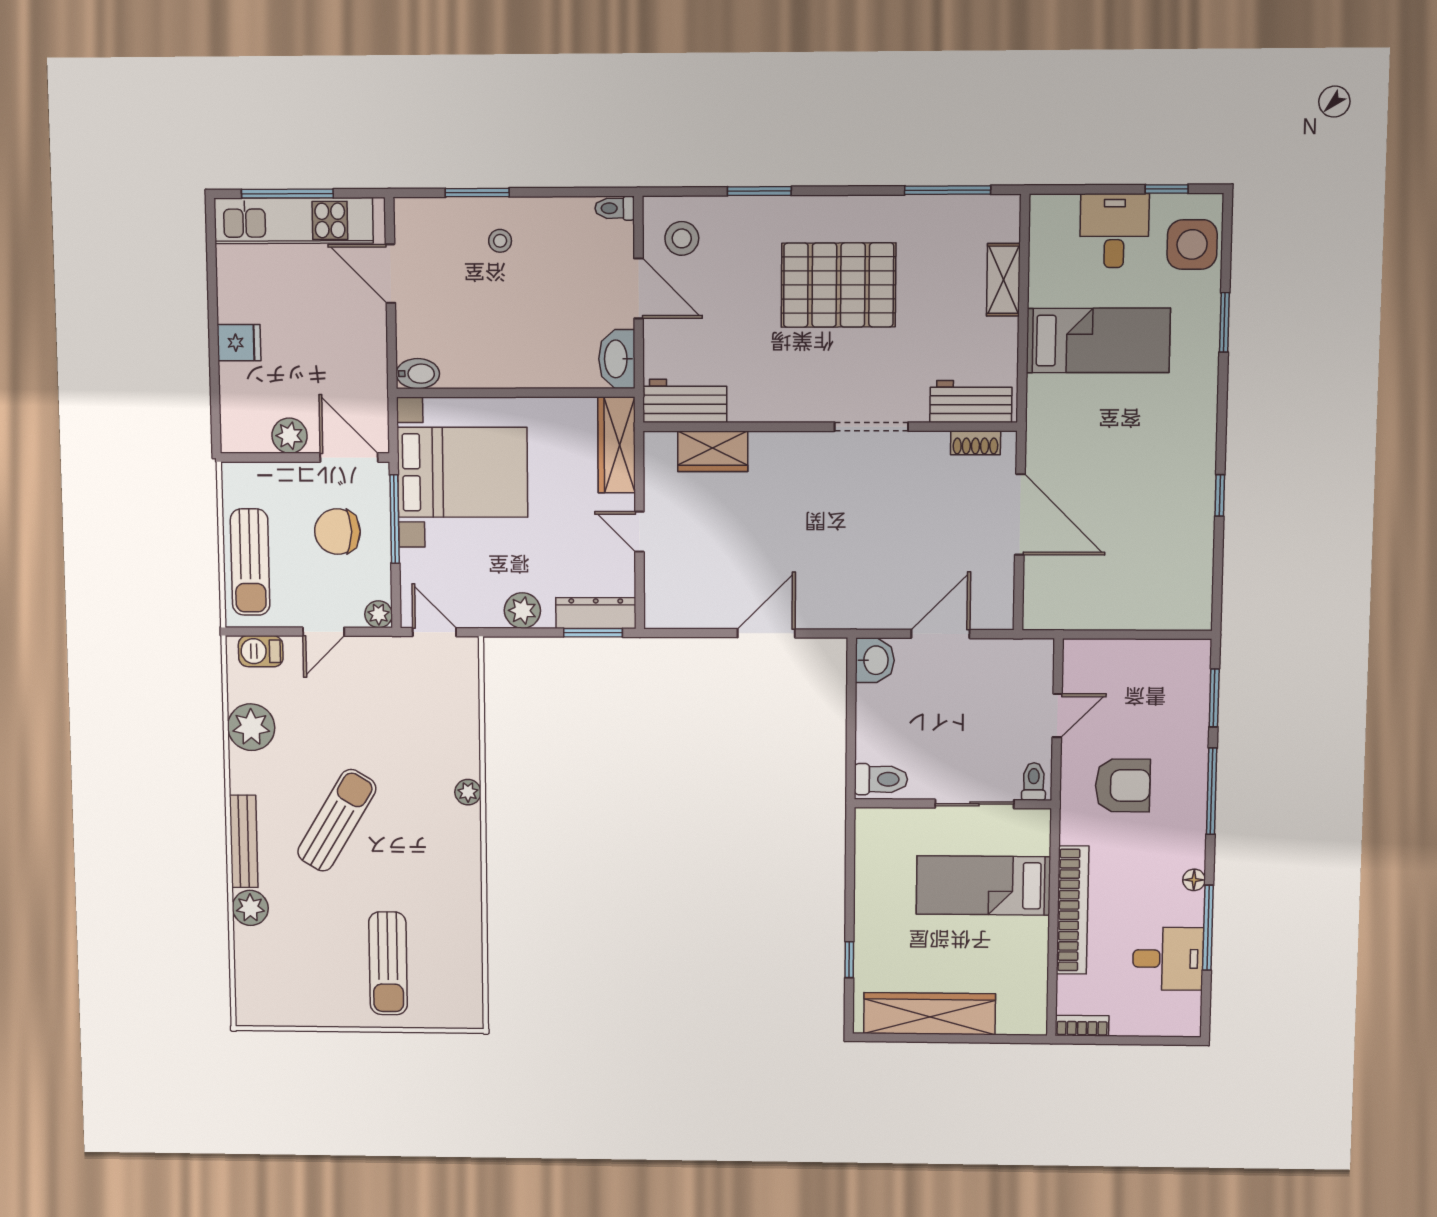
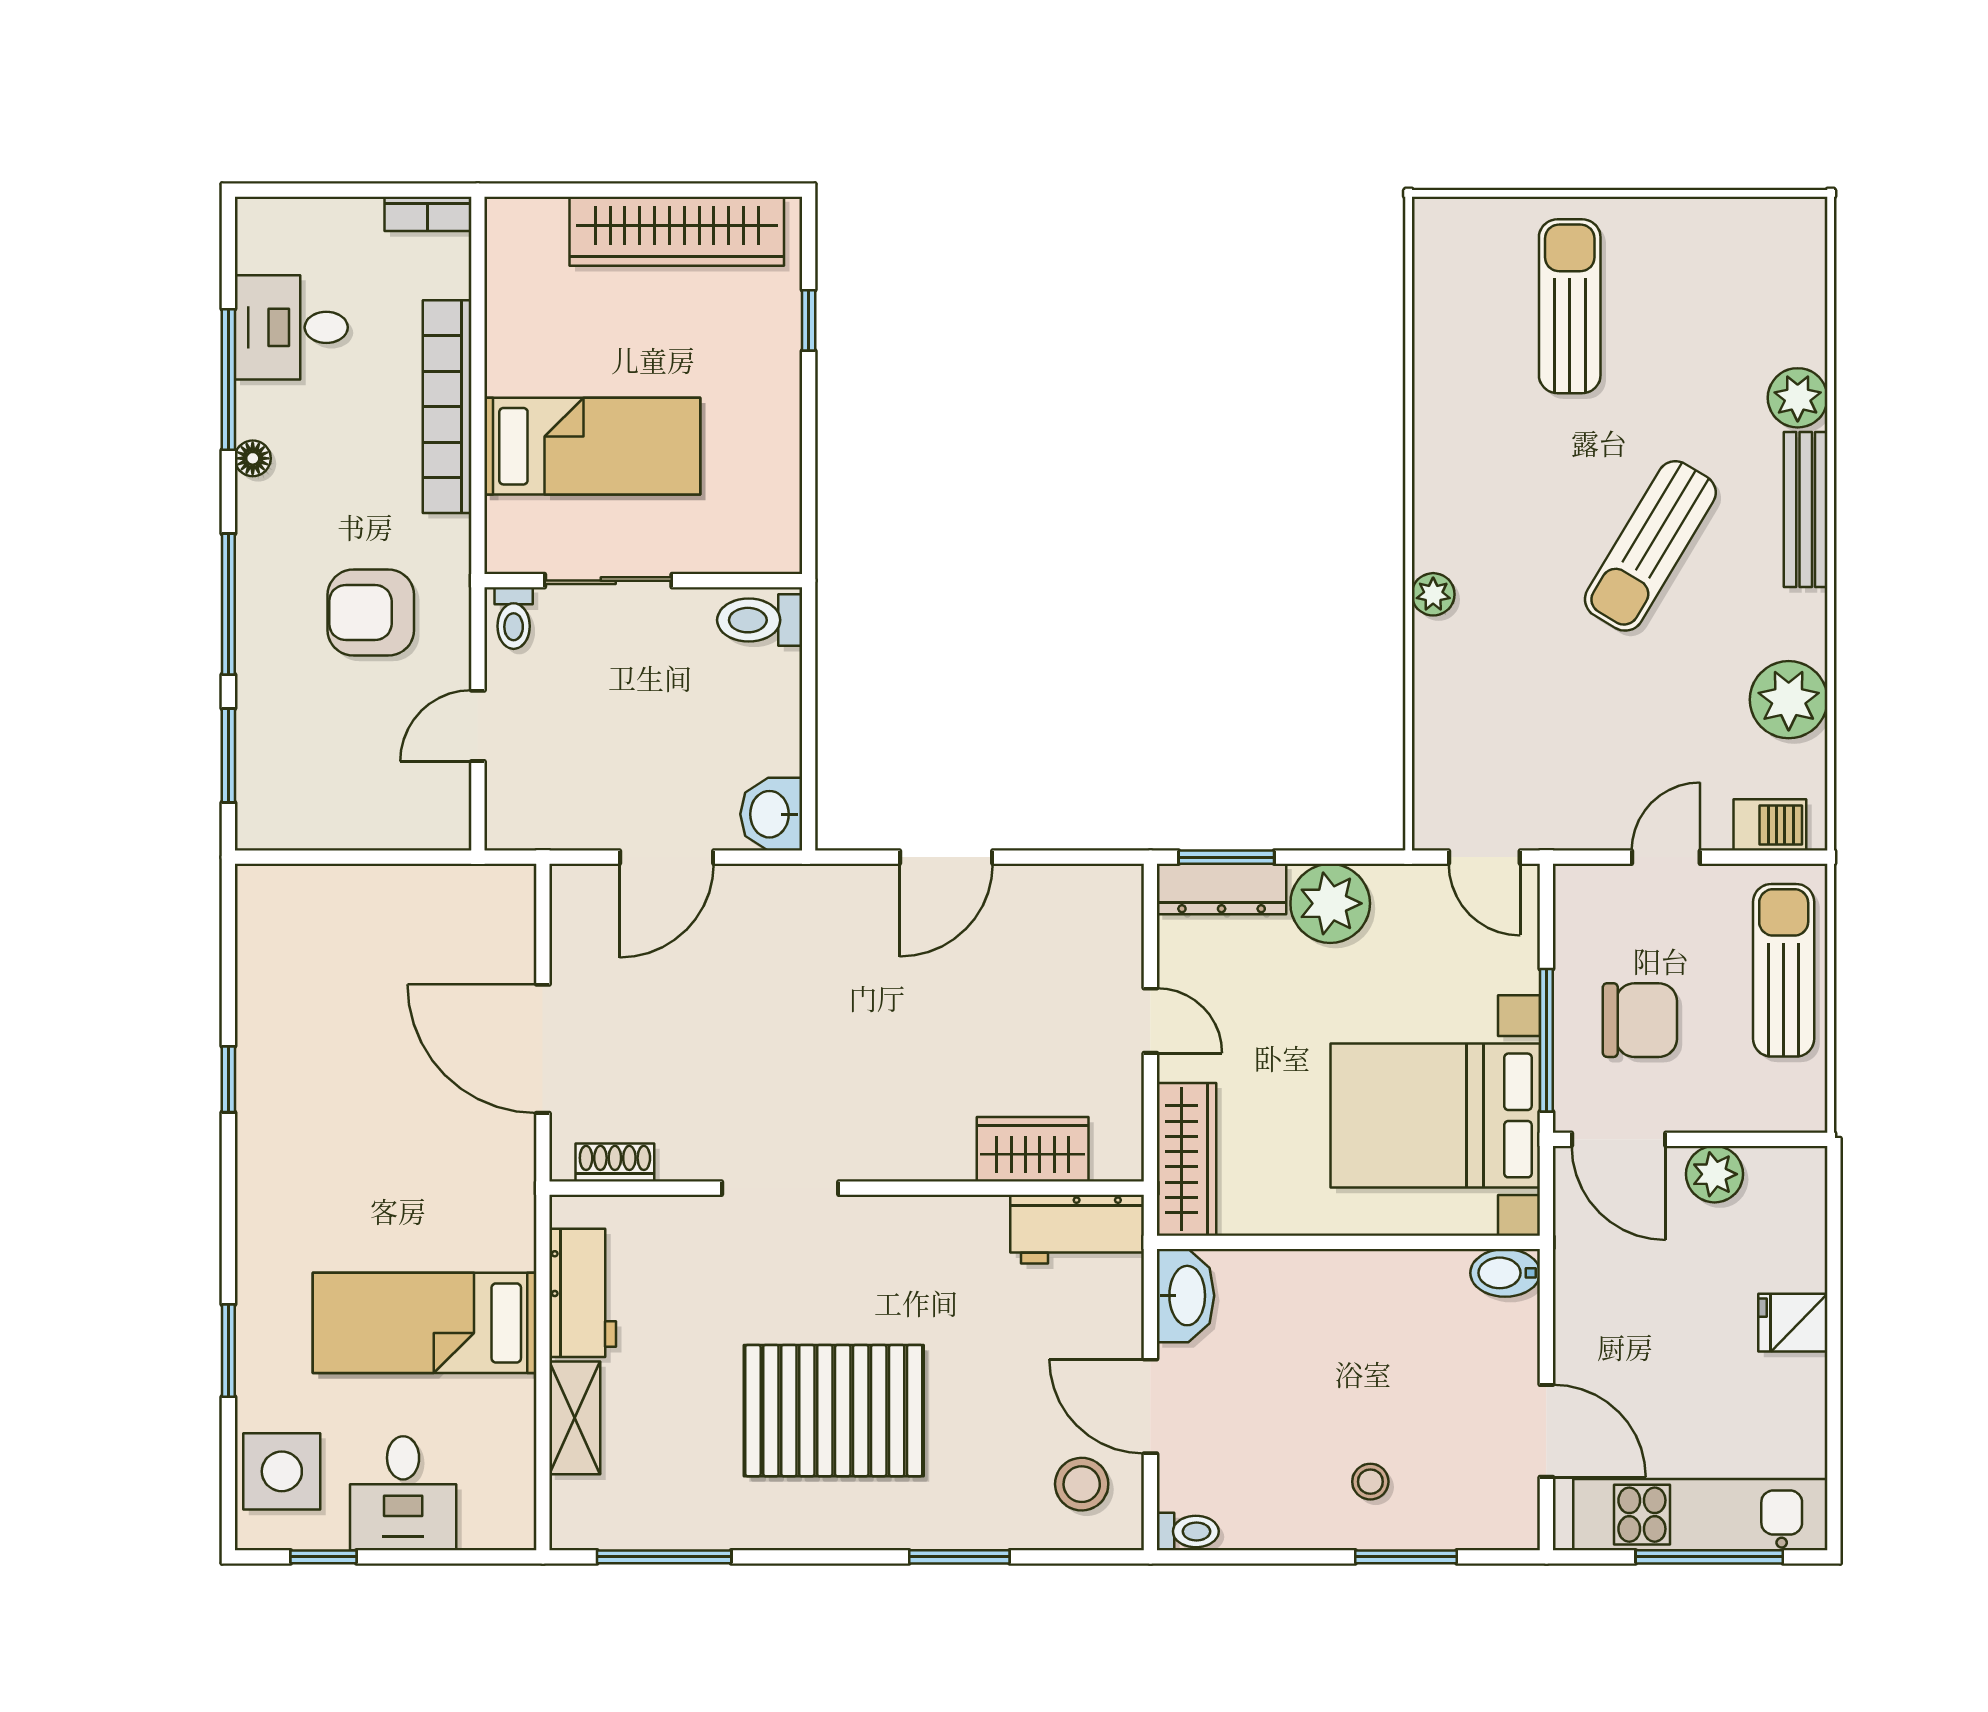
workbench: (971, 401) -> (583, 1293), moved, turned -90
plant: (522, 611) -> (1330, 903), width x1.36, depth x1.36
plant: (379, 614) -> (1575, 886), removed

